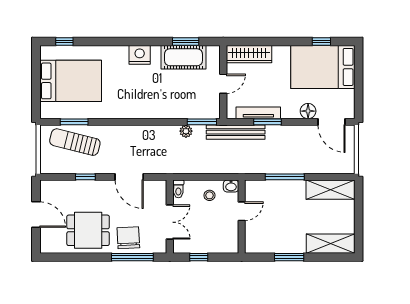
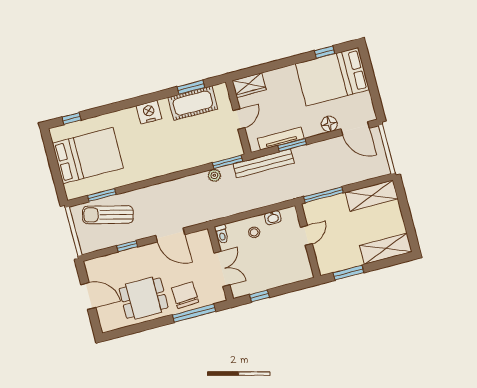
wardrobe: (249, 54) -> (249, 85), width x0.67
door: (242, 211) -> (306, 235), moved
wall: (242, 217) -> (308, 241), moved

